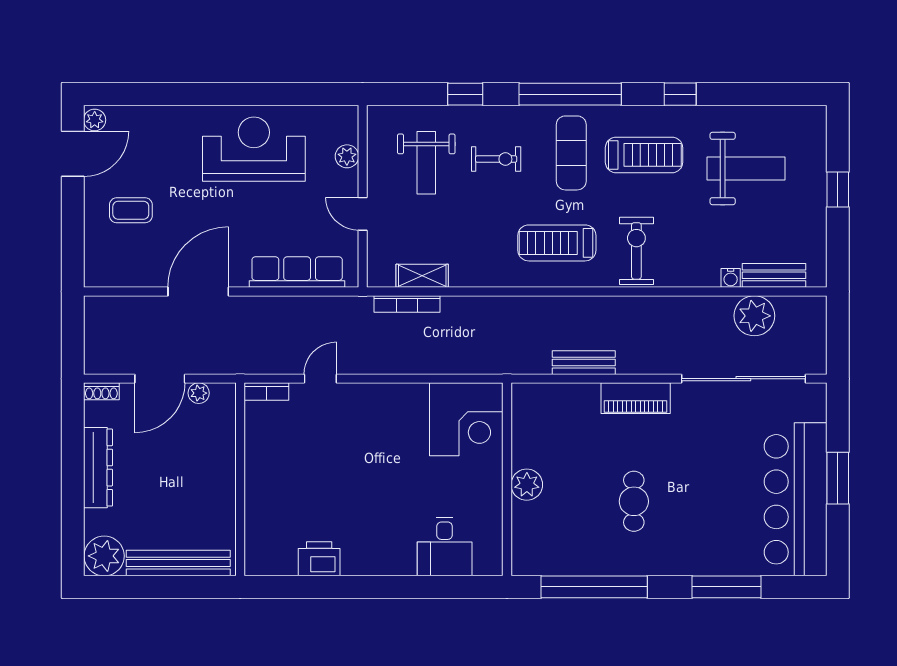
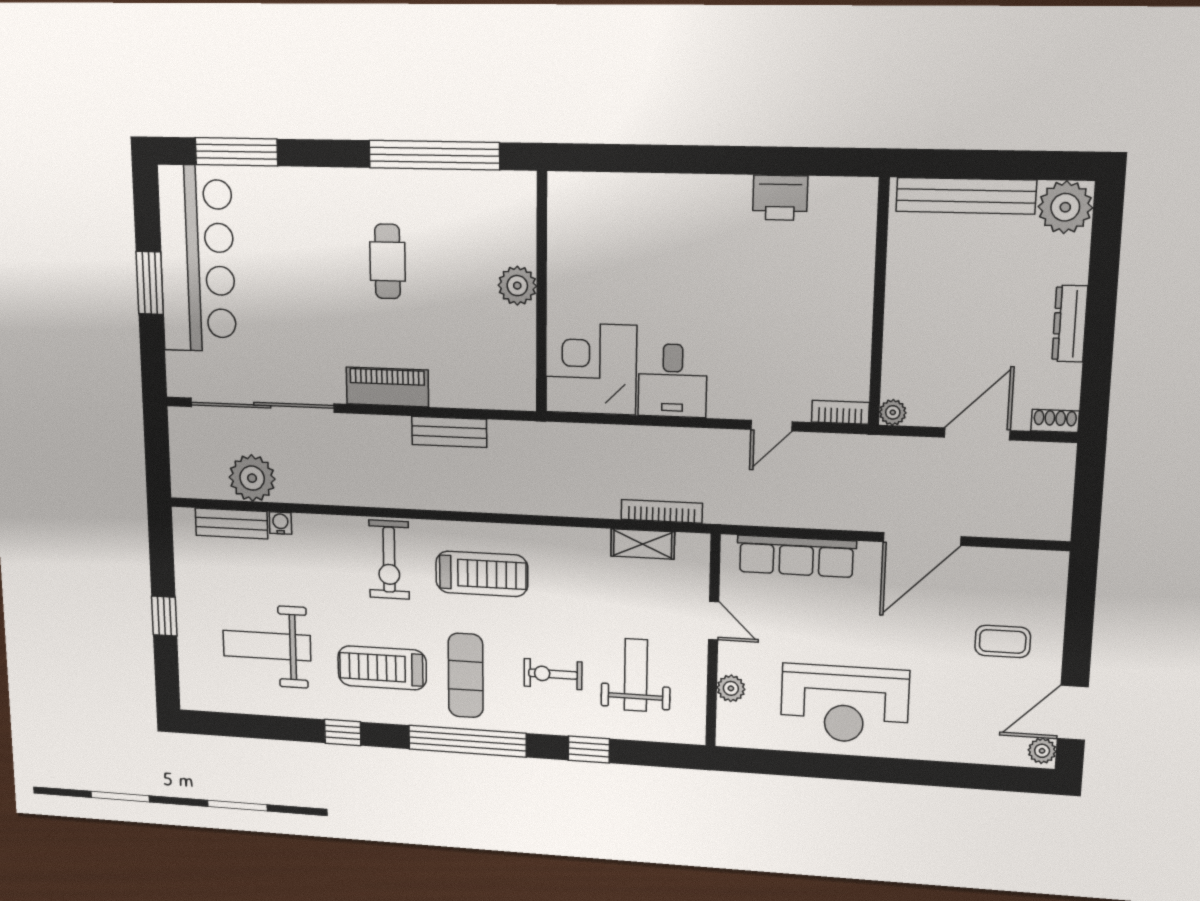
plant: (199, 393) -> (893, 412), moved
dresser: (98, 468) -> (1070, 324), width x0.73, depth x0.80
desk: (445, 547) -> (672, 381), moved, turned 180
window: (727, 587) -> (236, 152), moved

